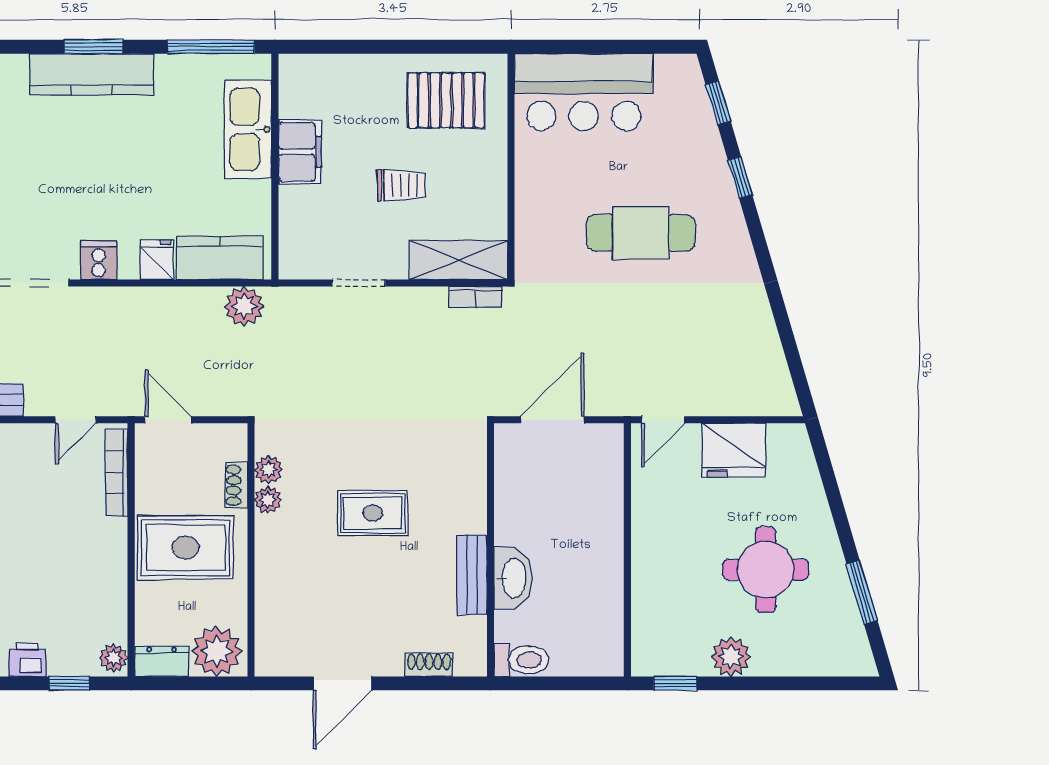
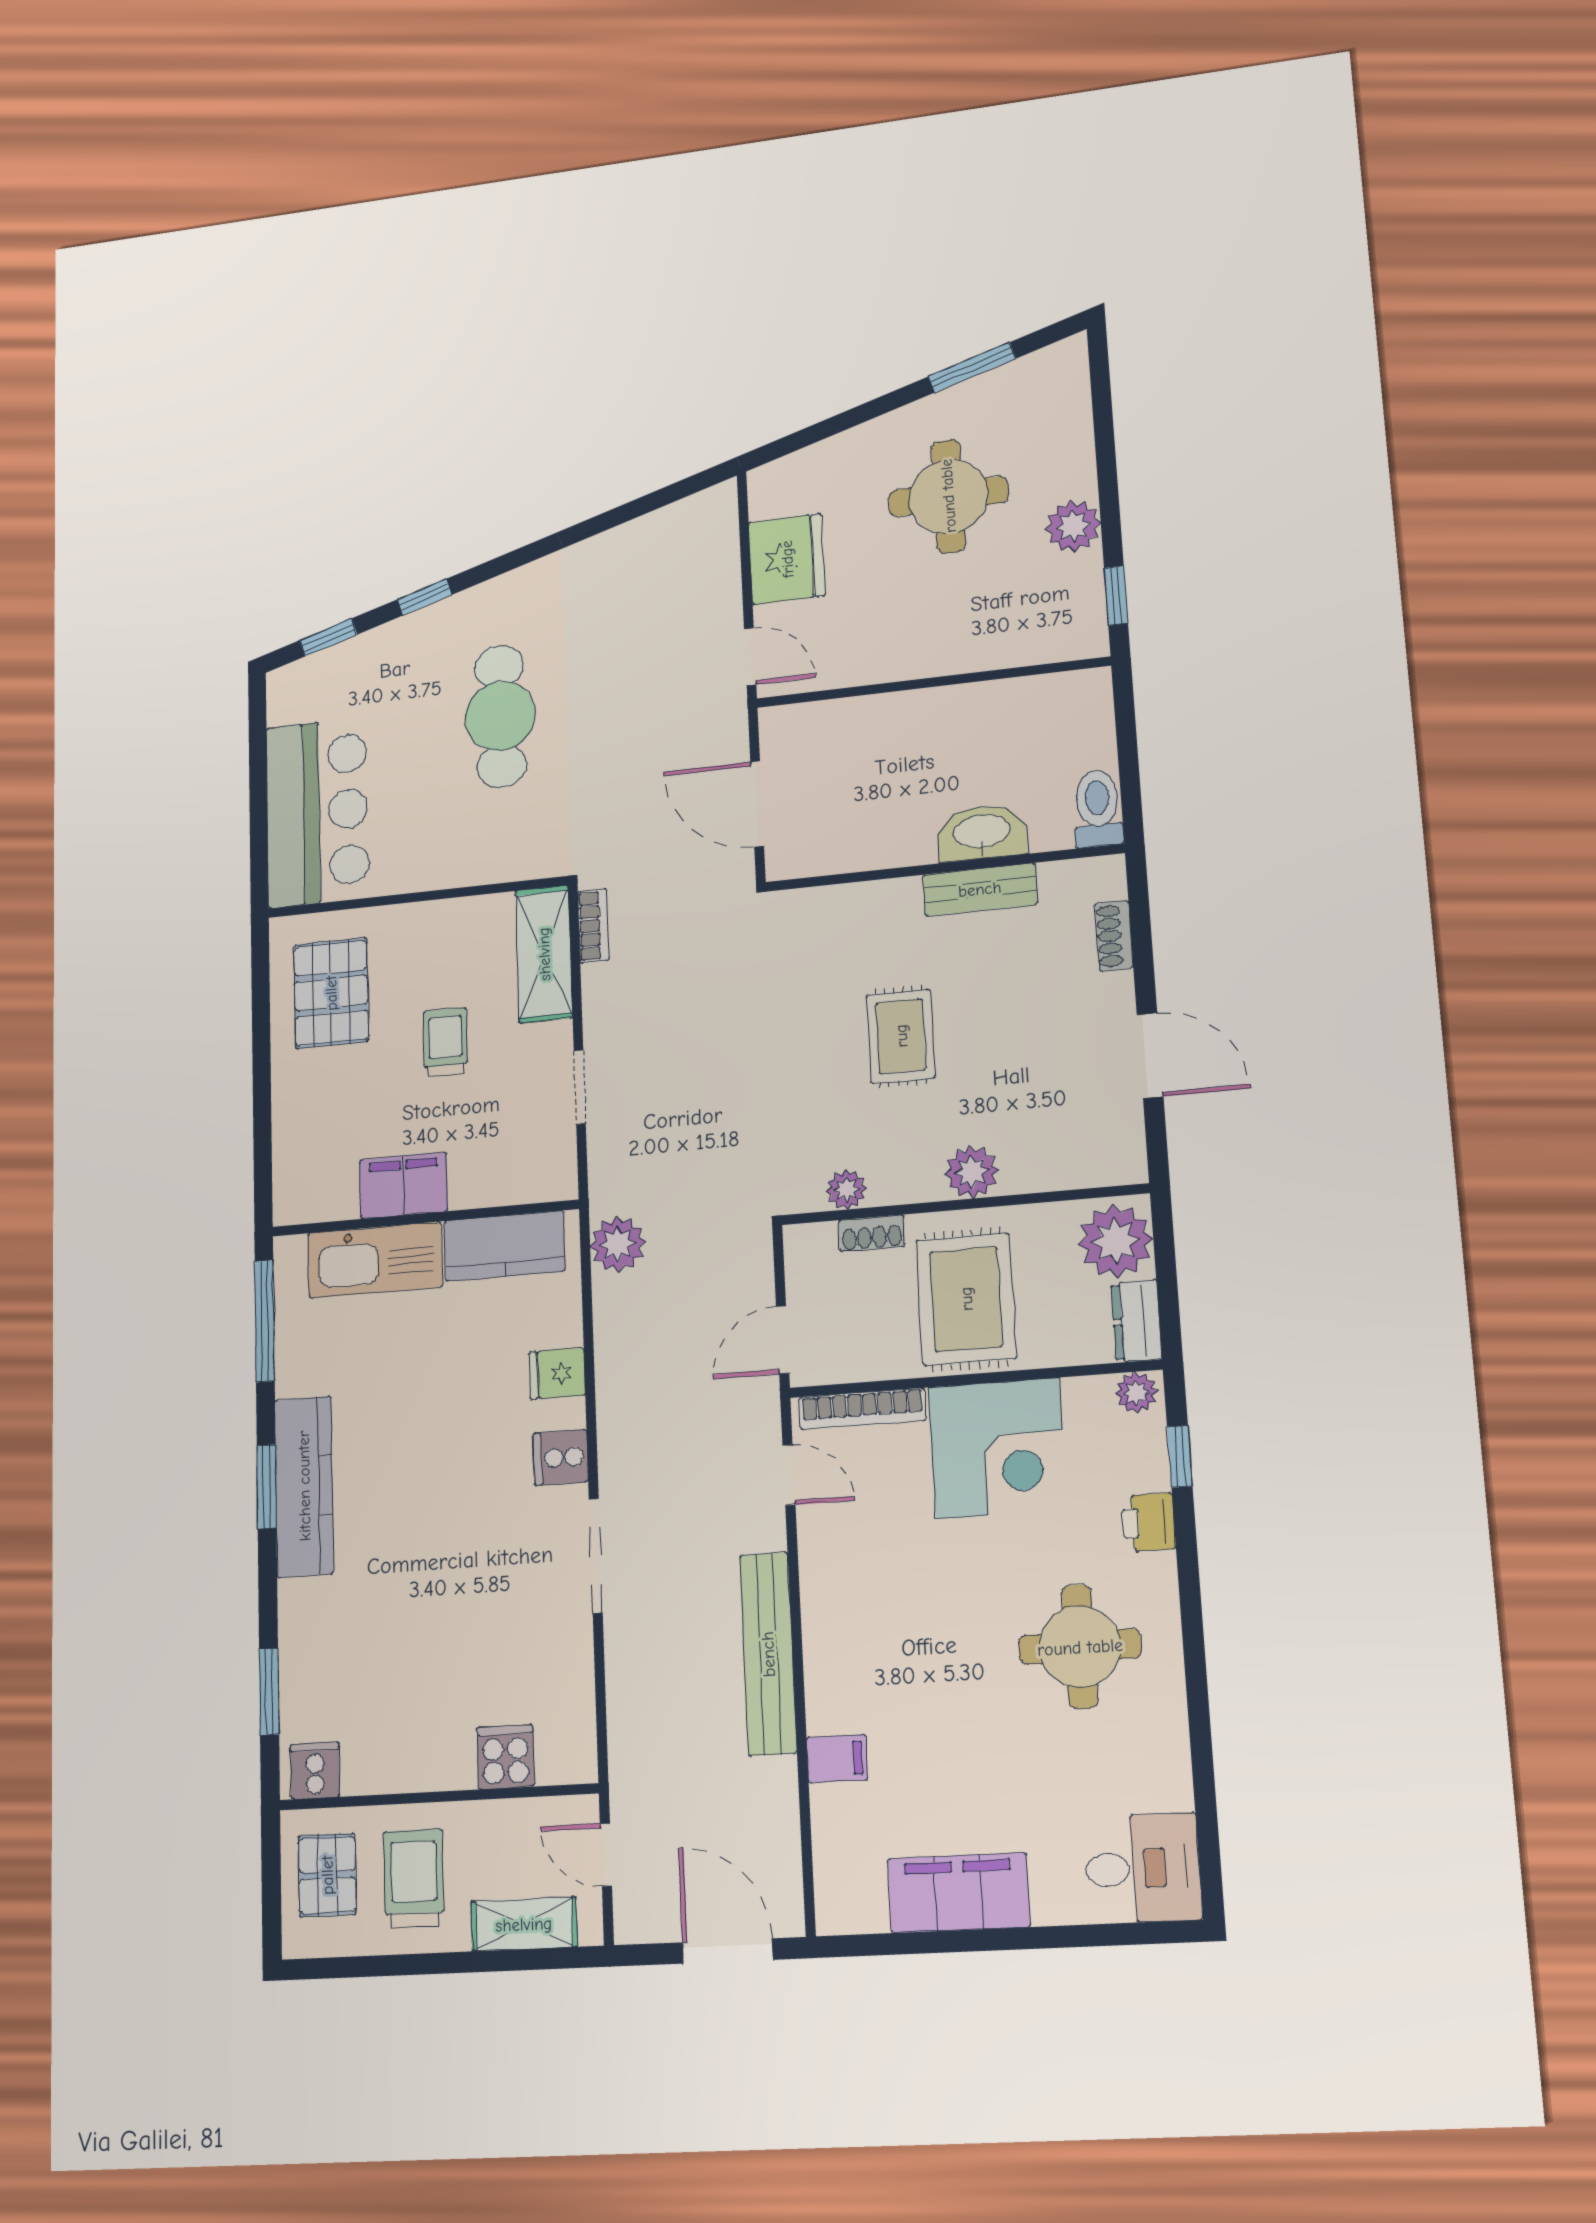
kitchen counter: (220, 258) -> (504, 1246), moved, turned -90
plant: (268, 500) -> (972, 1172), moved, width x1.38, depth x1.38
corner desk: (83, 563) -> (998, 1448), added

